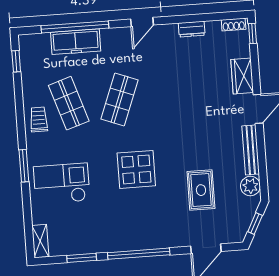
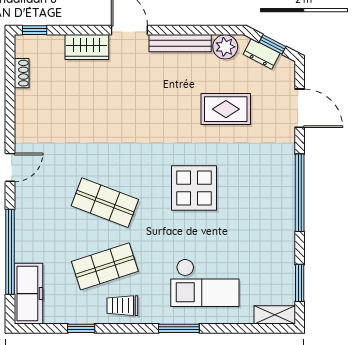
door: (142, 22) -> (10, 167), hinge flipped
shoe rack: (234, 25) -> (22, 73), moved
dresser: (192, 29) -> (262, 54), moved, turned 118
freezer: (76, 42) -> (29, 294), moved
window: (16, 61) -> (81, 328), moved
checkout: (62, 184) -> (205, 283), turned -90
window: (82, 258) -> (300, 283), moved

